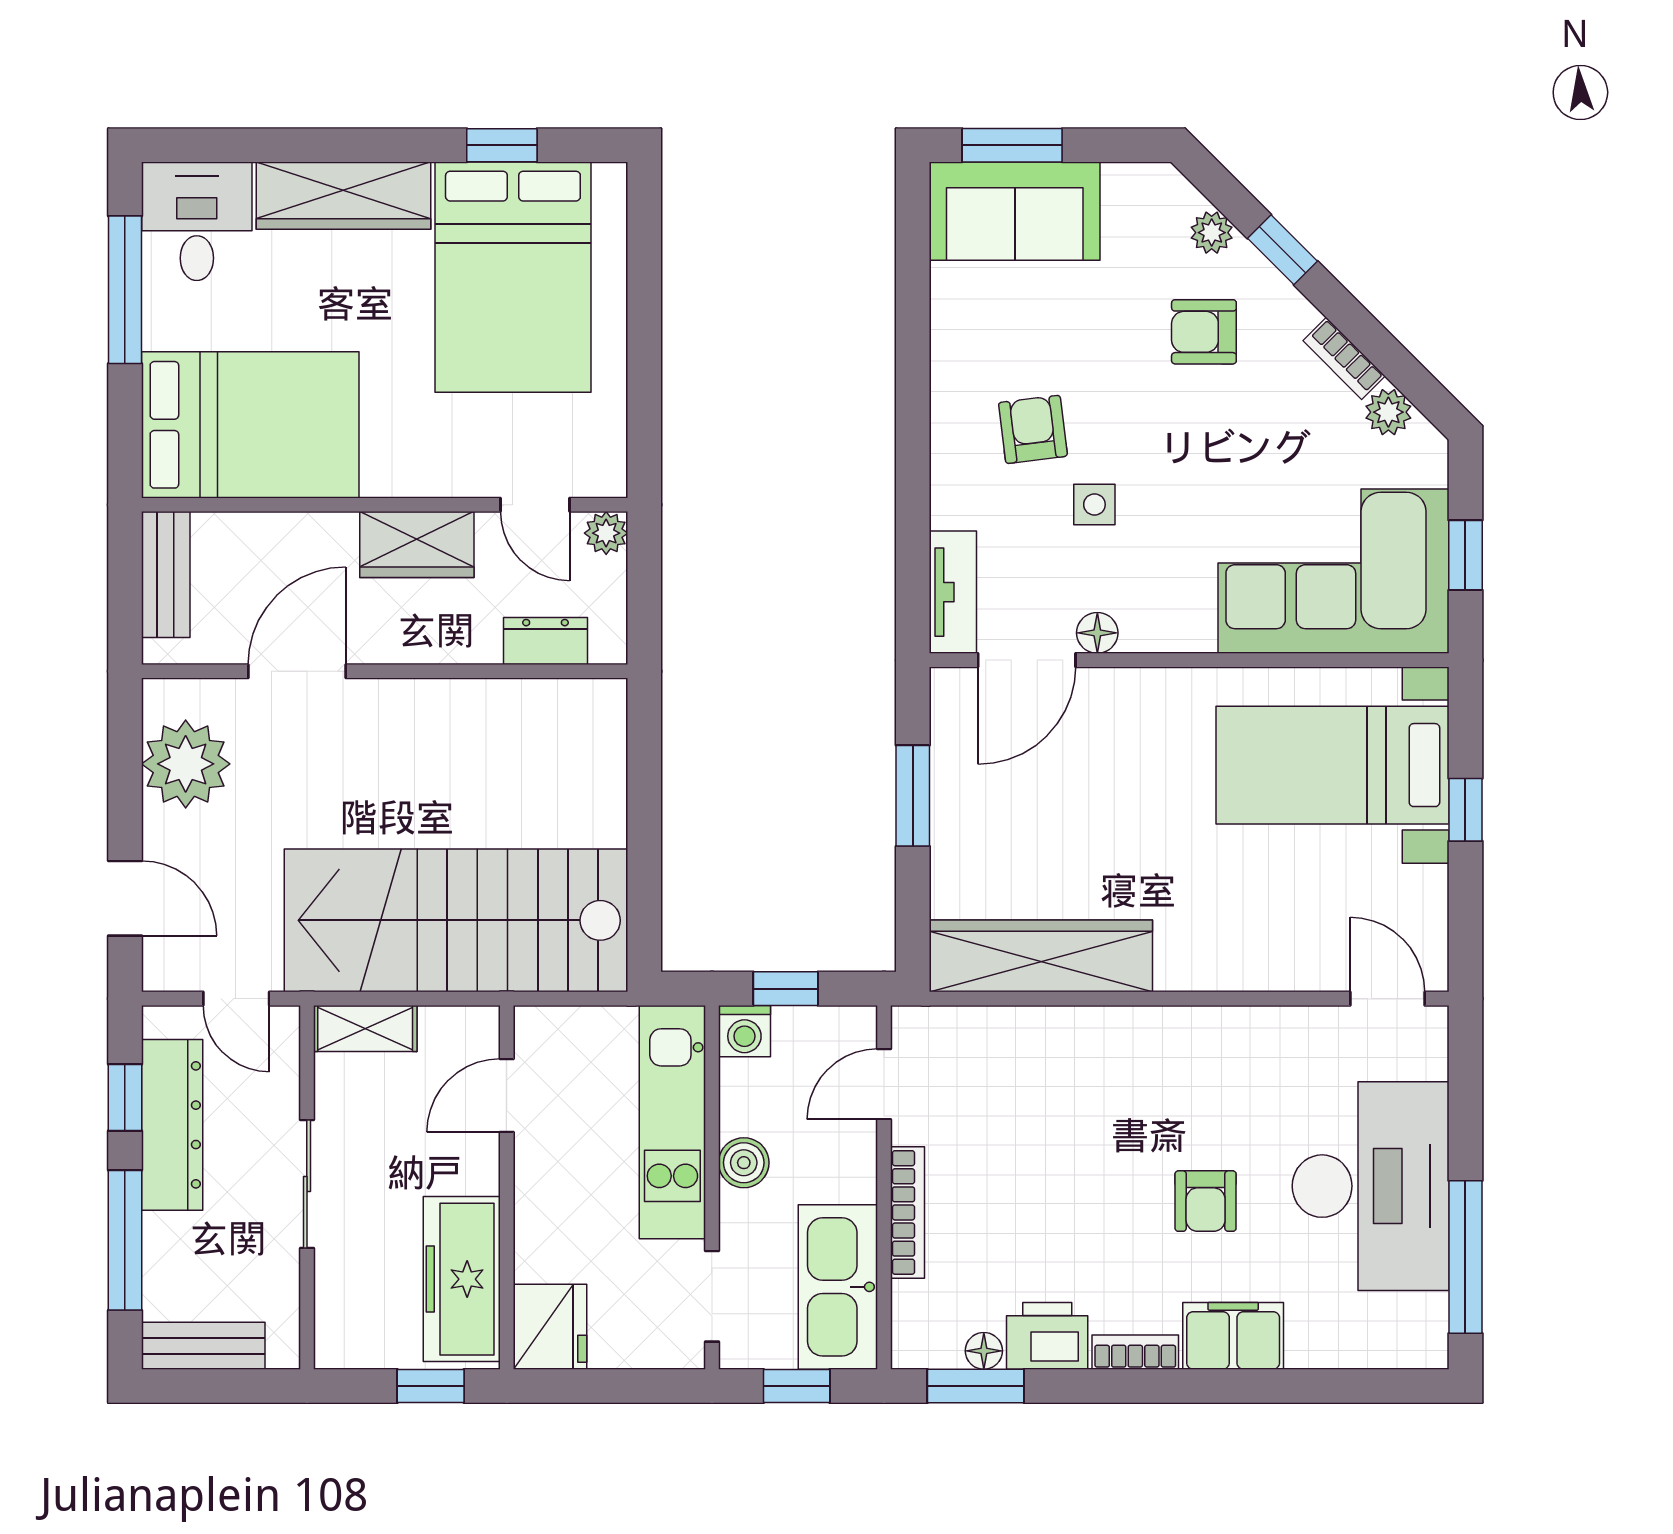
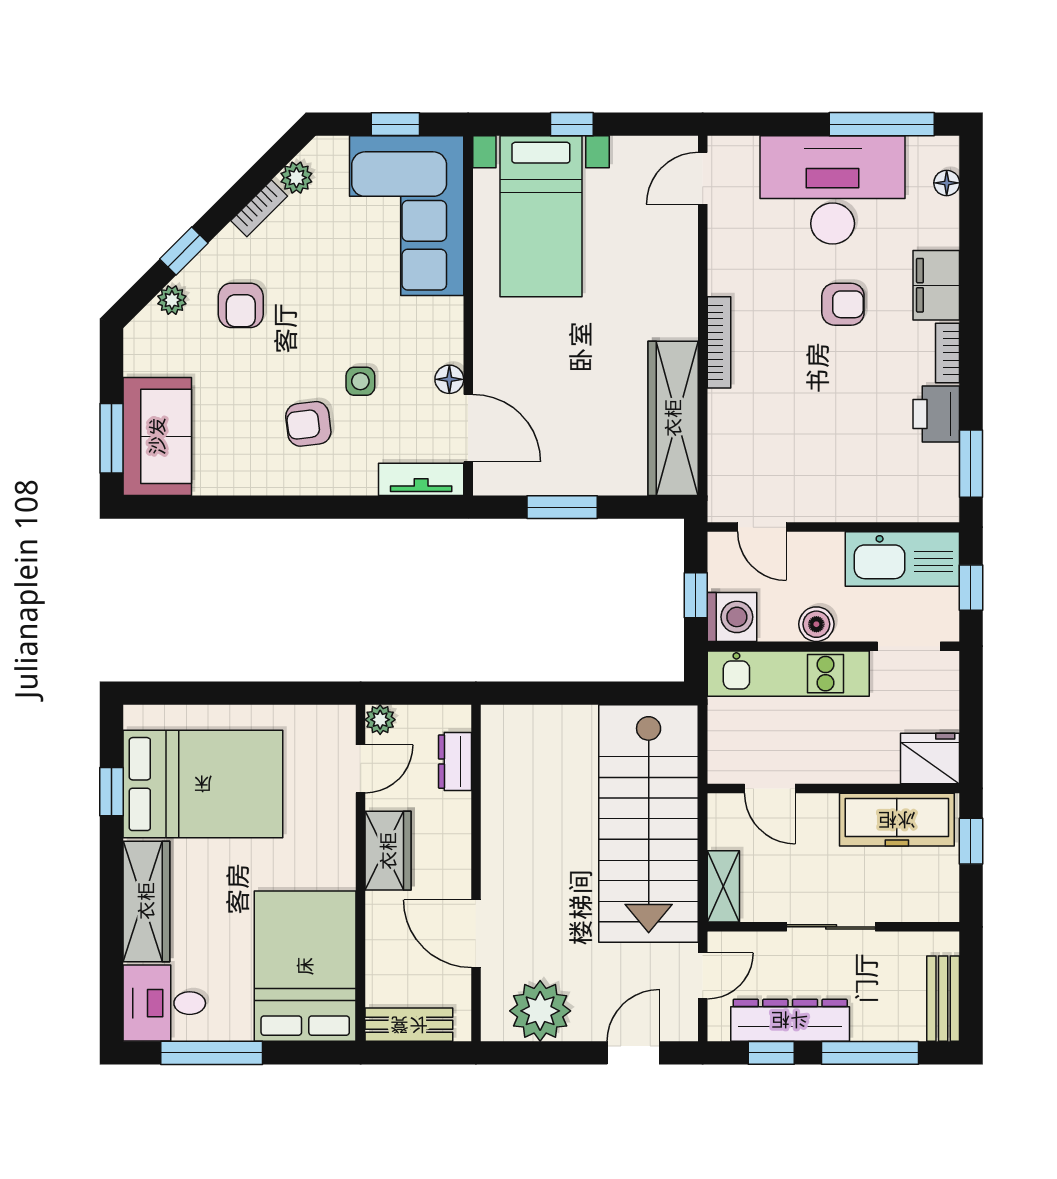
washing machine: (744, 1031) -> (732, 617), width x1.38, depth x1.38
bookcase: (908, 1212) -> (719, 342), moved, turned 90
floor lamp: (984, 1351) -> (947, 183), moved

